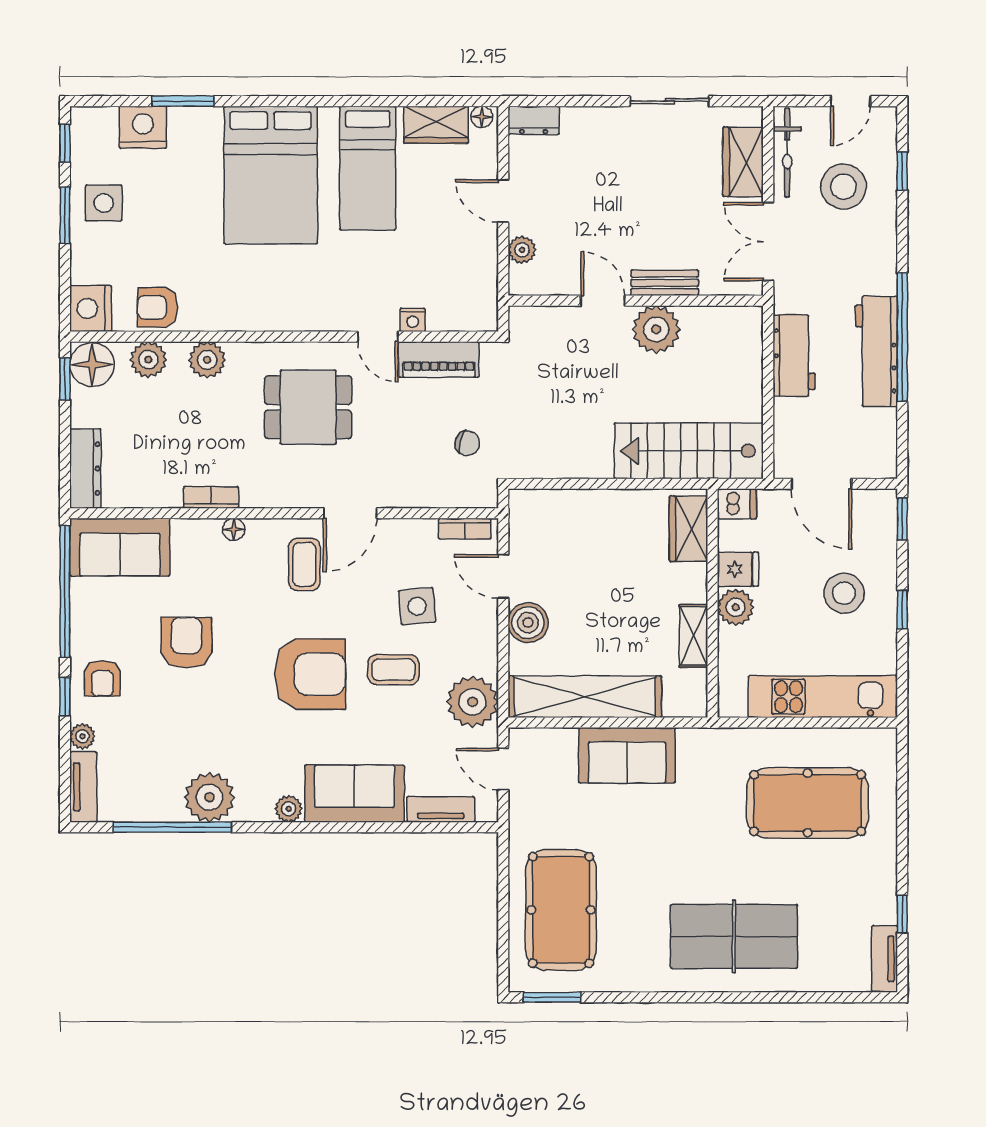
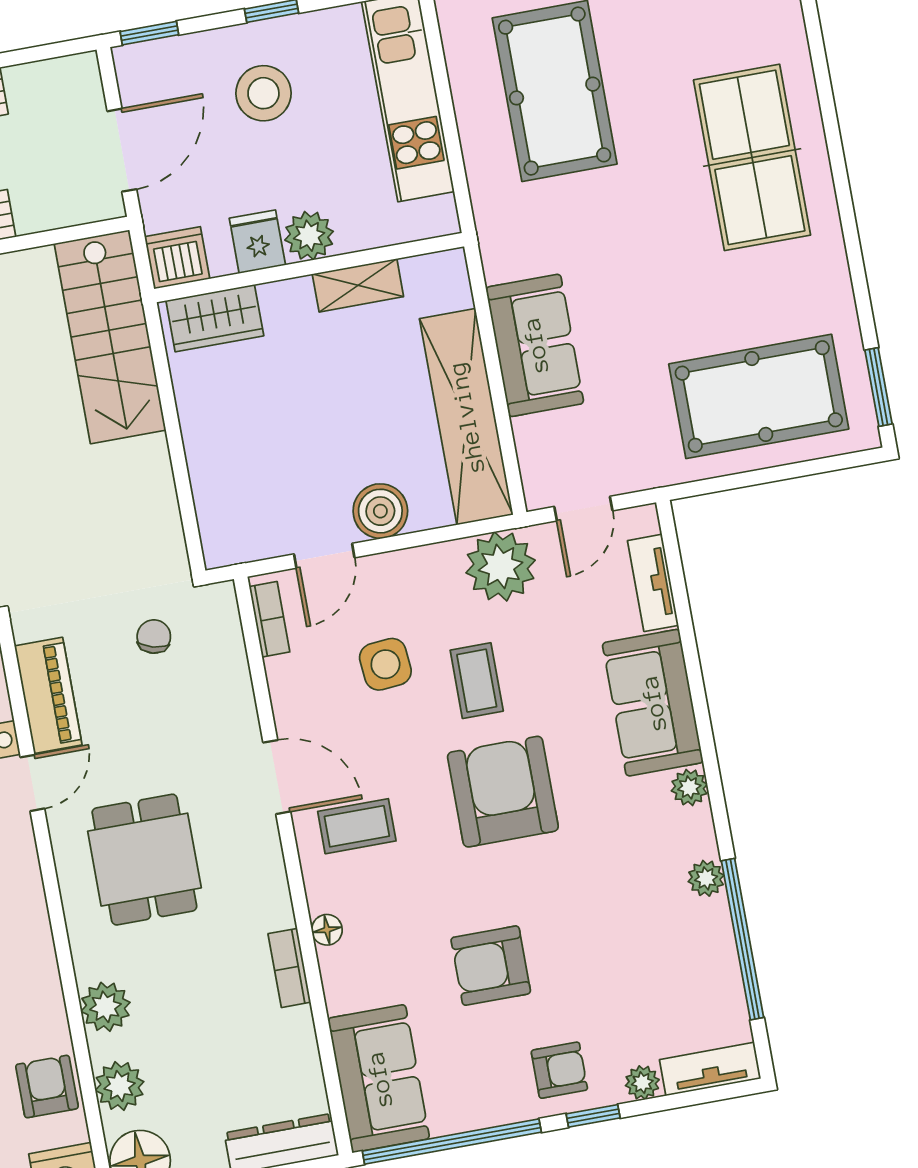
armchair: (157, 307) -> (47, 1087), turned 180
dishwasher: (737, 504) -> (177, 258), width x1.38
plant: (209, 797) -> (706, 878), width x0.53, depth x0.53

